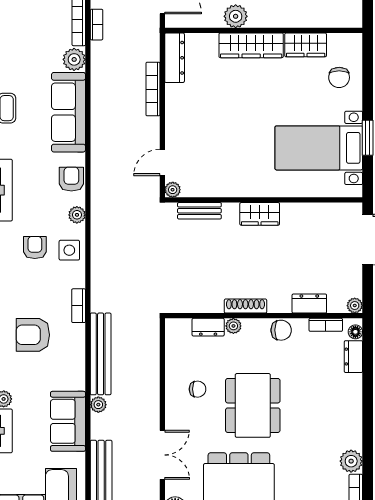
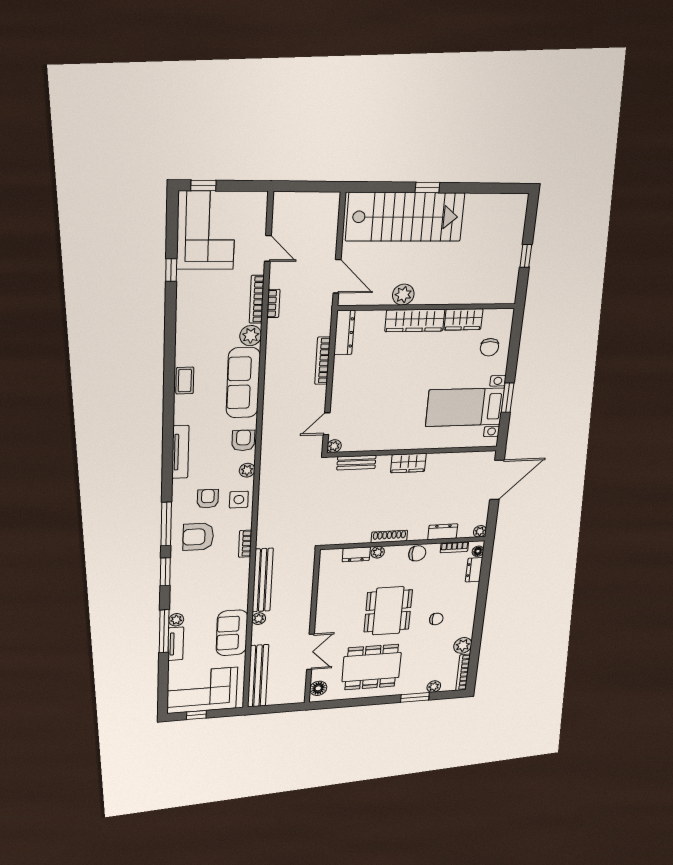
armchair: (33, 335) -> (198, 537), moved
chair: (198, 389) -> (436, 619), moved

